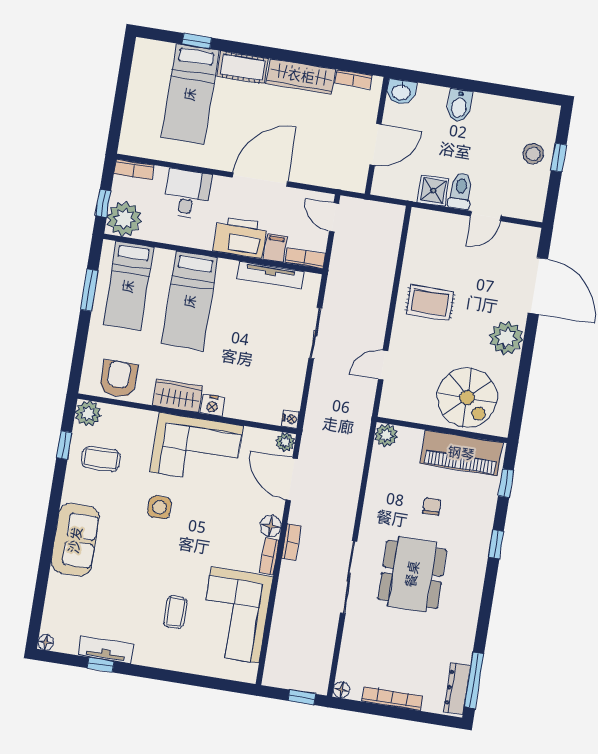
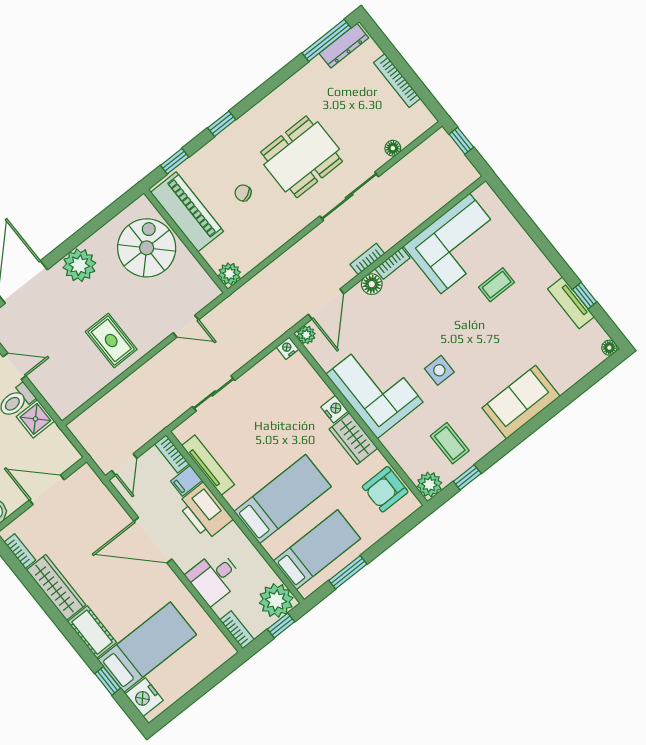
nightstand: (158, 54) -> (144, 697), added
chair: (432, 506) -> (243, 193), turned 64
floor lamp: (341, 690) -> (393, 148), moved

